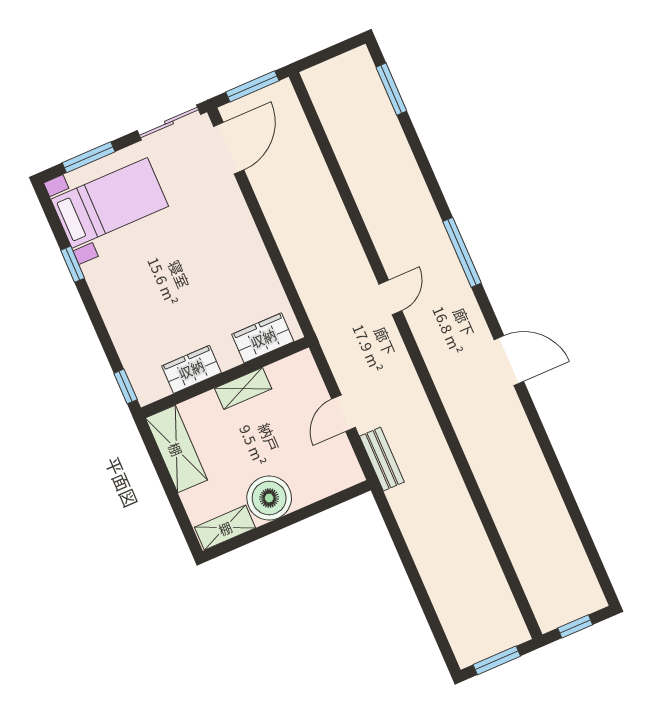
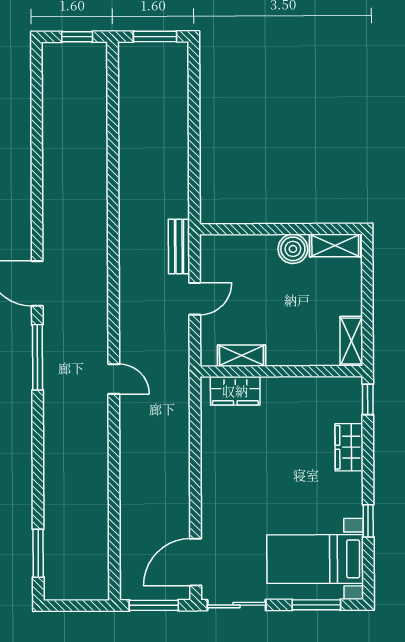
window: (462, 252) -> (37, 357), moved
door: (390, 297) -> (114, 379), swing flipped
wardrobe: (191, 369) -> (349, 447), moved, turned 90
shelving: (243, 388) -> (241, 356), moved
shelving: (176, 449) -> (351, 341), width x0.67, depth x0.75
boiler: (269, 498) -> (293, 249), width x0.73, depth x0.73

